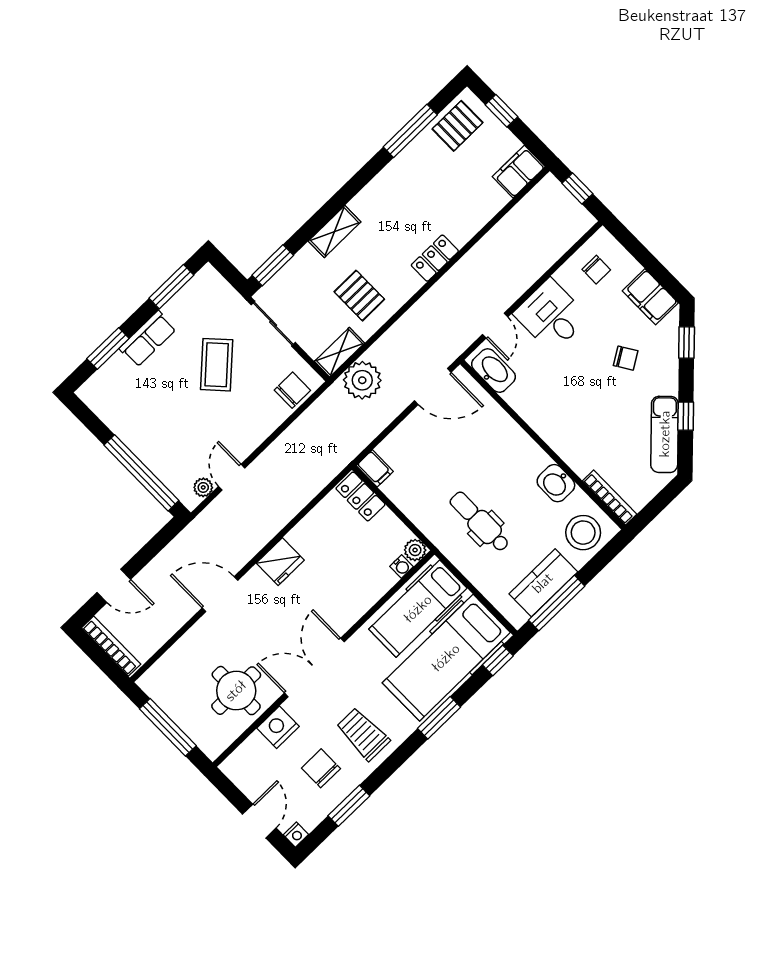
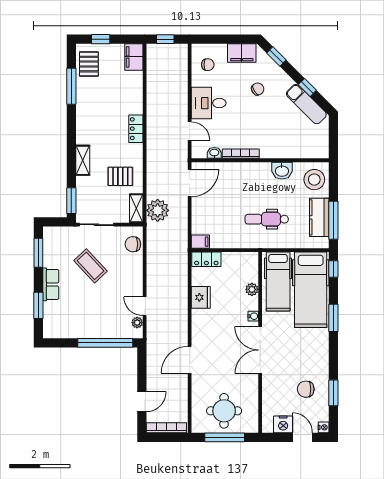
washbasin: (493, 371) -> (214, 153), width x0.52, depth x0.69
chair: (292, 390) -> (133, 244), turned -90
bookcase: (610, 497) -> (241, 154), moved
plant: (415, 550) -> (252, 289), moved
fridge: (280, 562) -> (201, 297), moved
water cooler: (401, 566) -> (253, 316), moved
round table: (236, 691) -> (224, 411), moved
nightstand: (278, 727) -> (283, 424), moved, turned -90
trolley: (363, 734) -> (309, 357), removed

